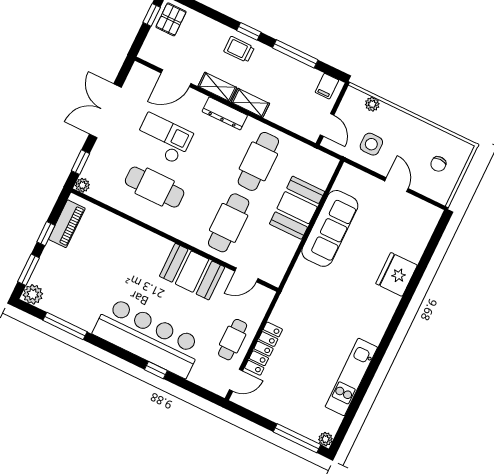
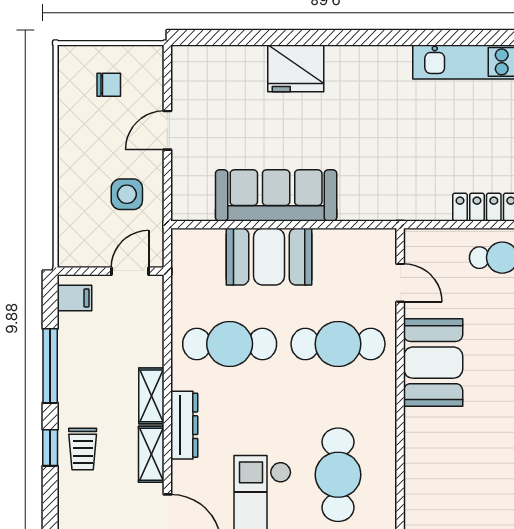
plant: (372, 104) -> (69, 221), removed

